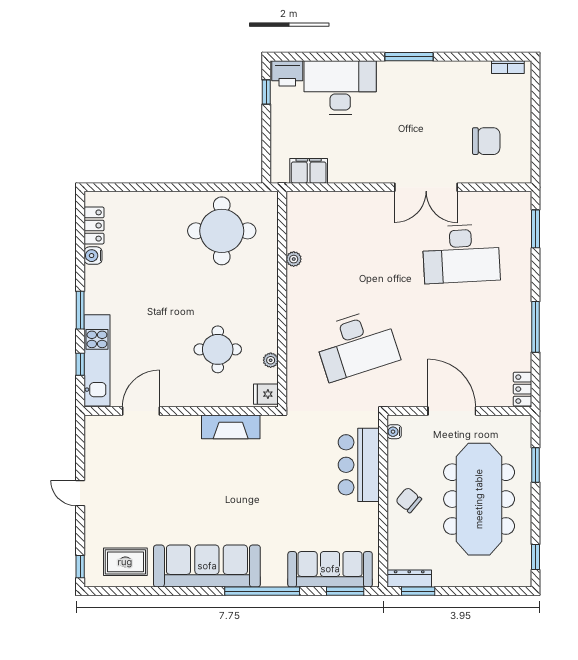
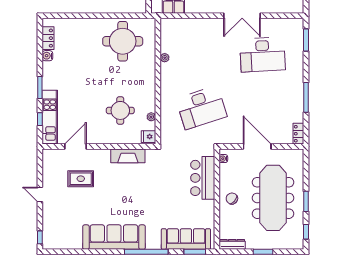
window: (536, 465) -> (306, 201), moved
rug: (125, 562) -> (81, 179), moved
window: (418, 591) -> (263, 252), moved

